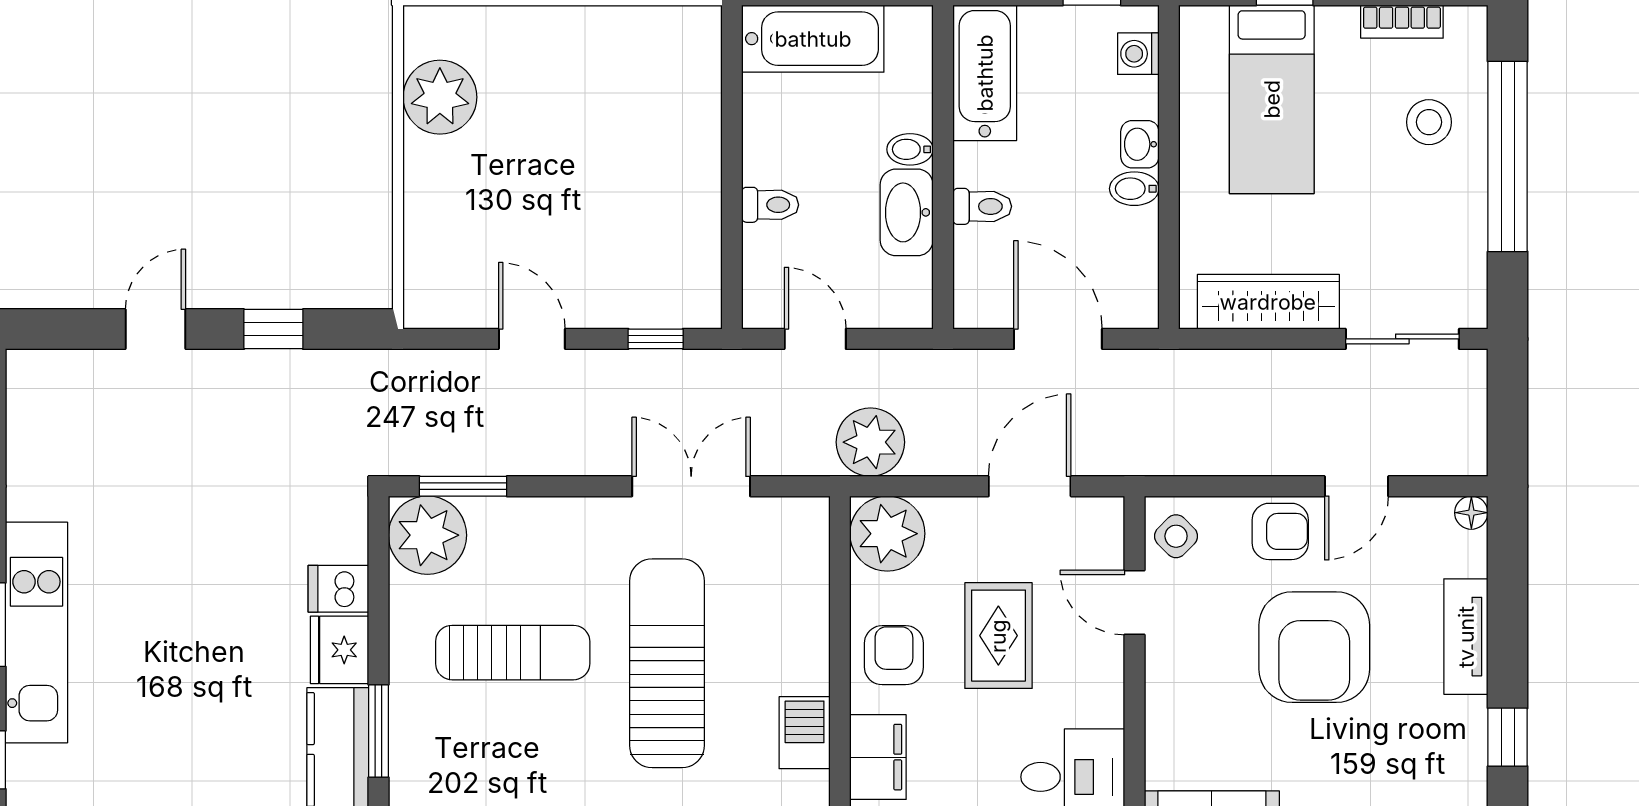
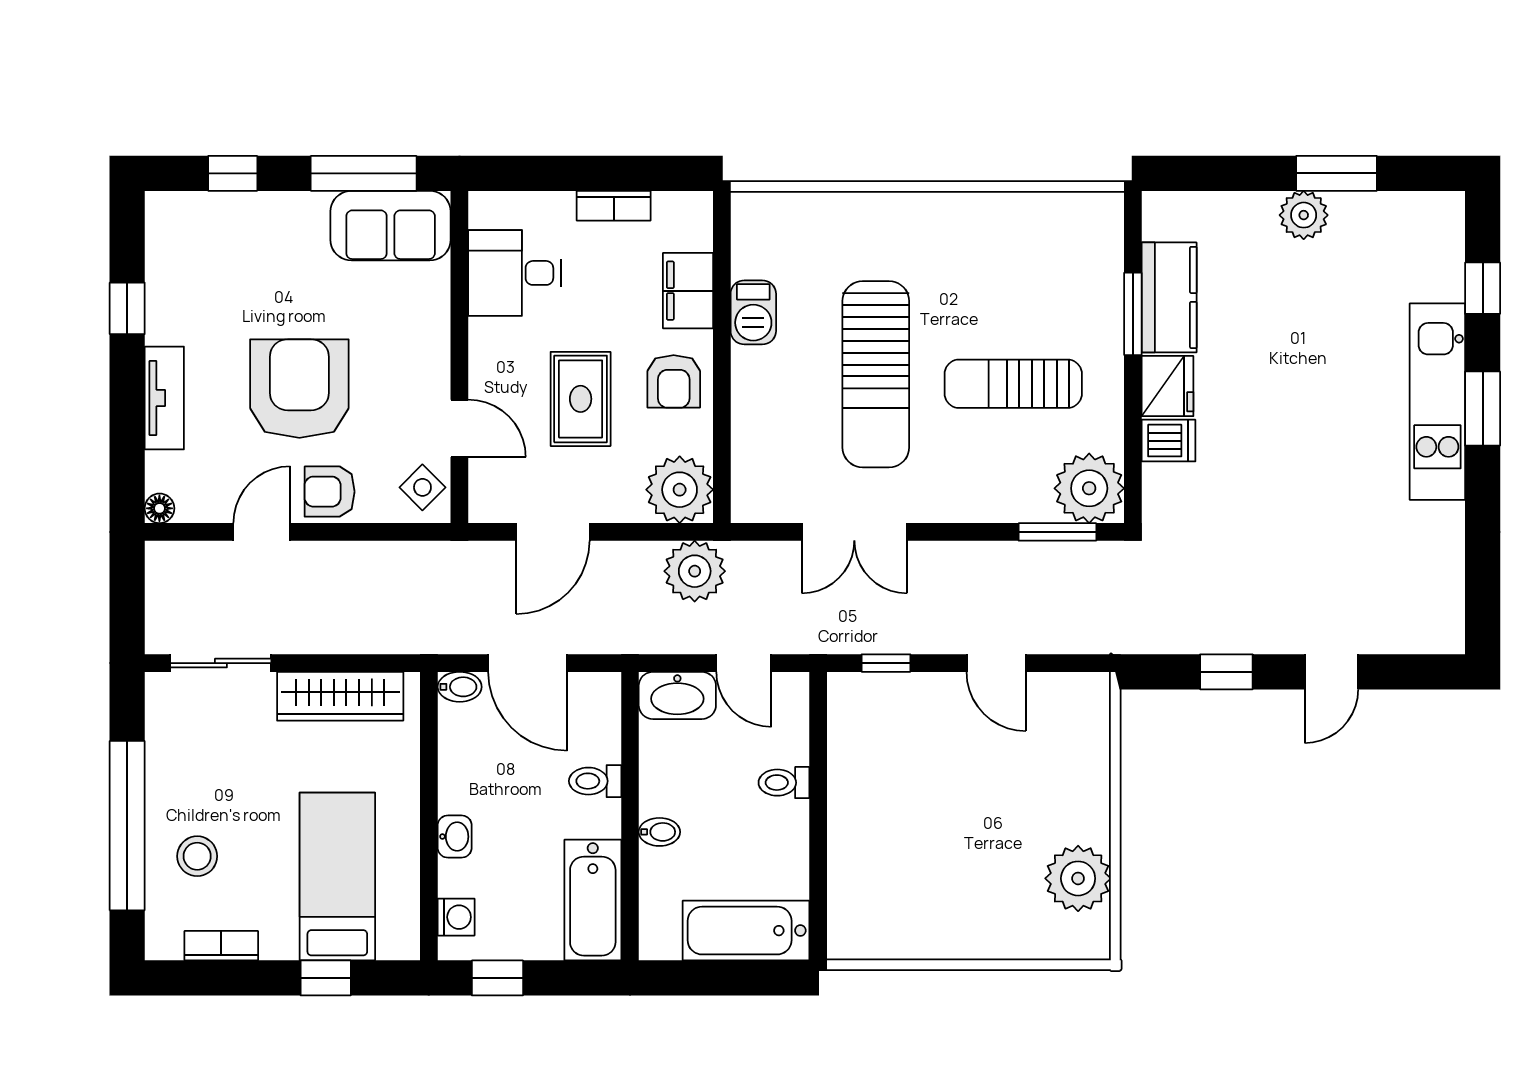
bidet: (1134, 189) -> (460, 687), moved
washbasin: (907, 212) -> (677, 695), moved, turned 90

